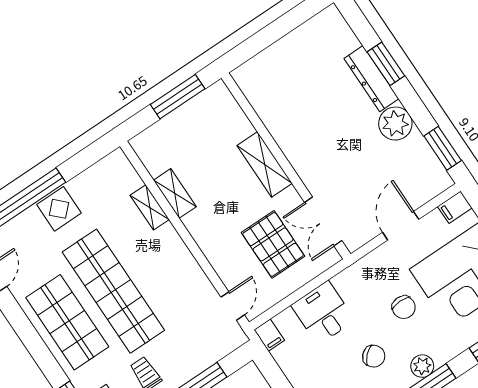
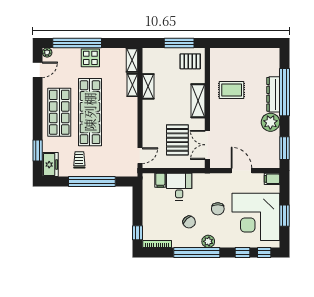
window: (386, 64) -> (284, 92), width x2.11
pallet: (213, 113) -> (190, 61), added
rug: (304, 114) -> (232, 90), added
shelving: (124, 170) -> (132, 60), added
door: (401, 226) -> (241, 171), hinge flipped
filing cabinet: (269, 335) -> (160, 180), moved

